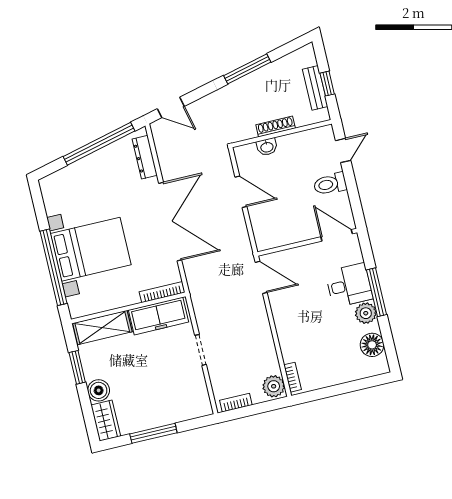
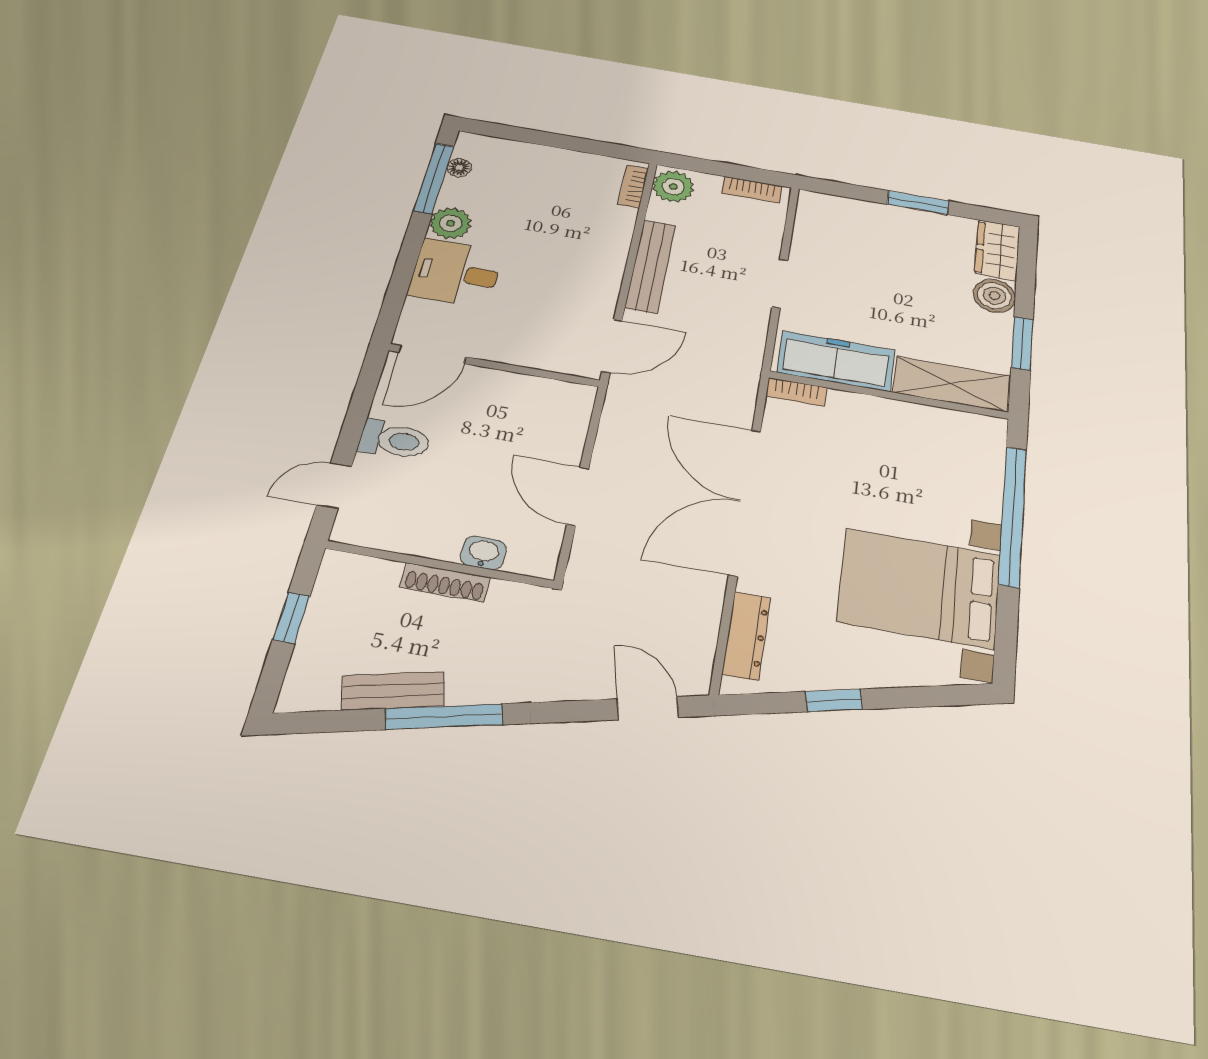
bench: (315, 88) -> (393, 691), moved, turned 76
window: (99, 144) -> (834, 700), width x0.32
door: (337, 235) -> (432, 355), hinge flipped
bed with nightstands: (91, 249) -> (919, 588), moved
door: (261, 277) -> (612, 346), swing flipped
bookcase: (162, 292) -> (796, 392), width x0.64
window: (377, 292) -> (434, 178), moved
bench: (264, 332) -> (651, 266), added
floor lamp: (372, 345) -> (459, 168), width x0.53, depth x0.53
window: (153, 433) -> (918, 203), width x0.69

